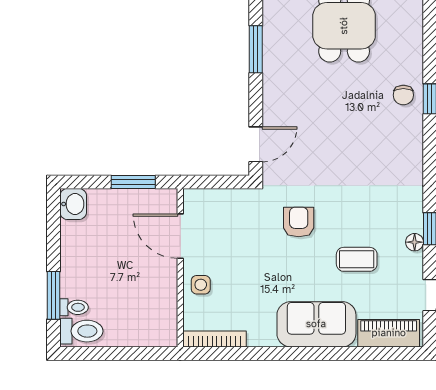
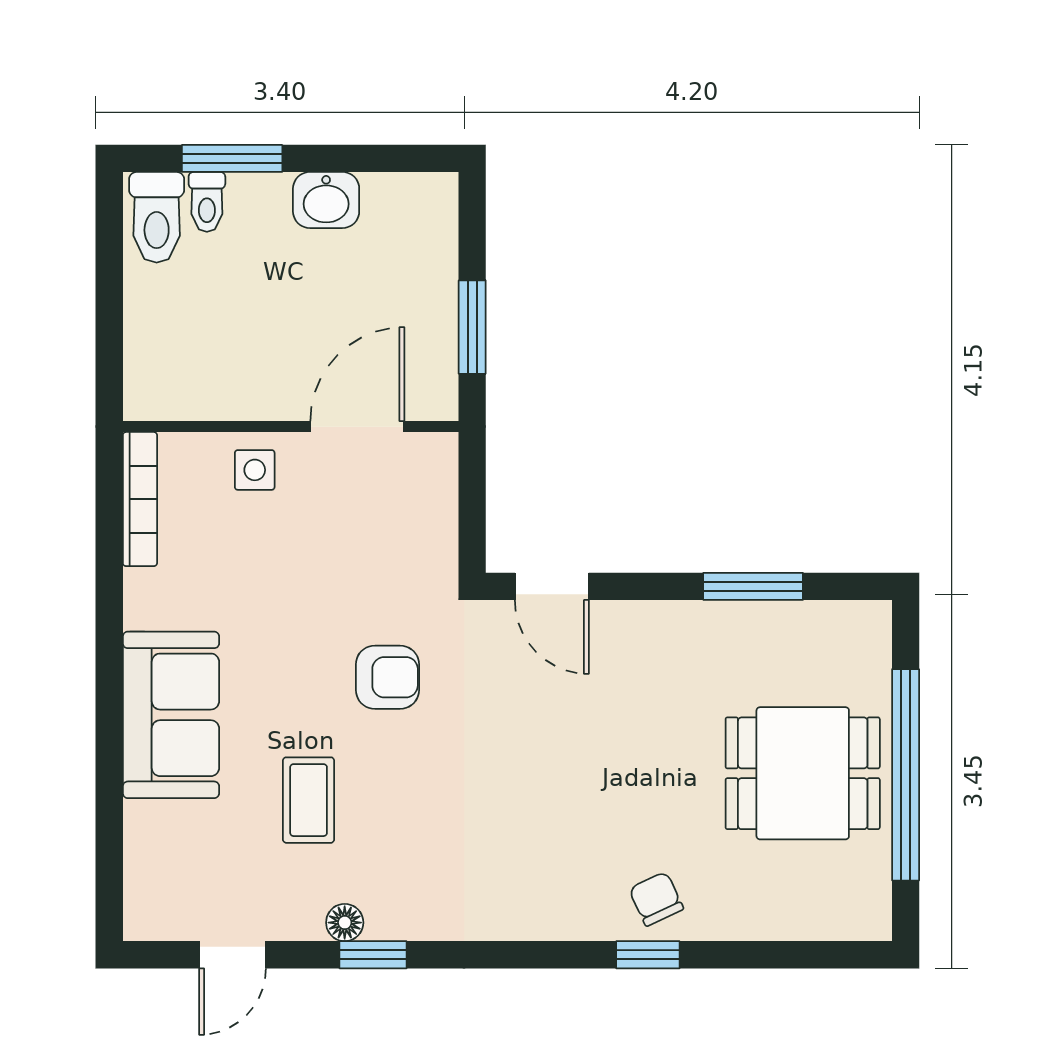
chair: (403, 95) -> (656, 899), turned 65
washbasin: (73, 204) -> (326, 200), moved
piano: (389, 333) -> (152, 868), removed

